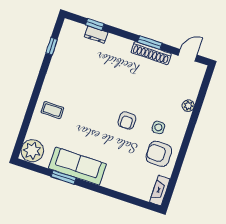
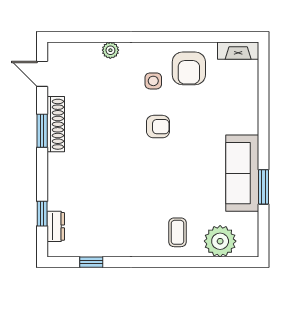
dresser: (96, 35) -> (56, 226), moved
plant: (32, 151) -> (220, 241), moved

